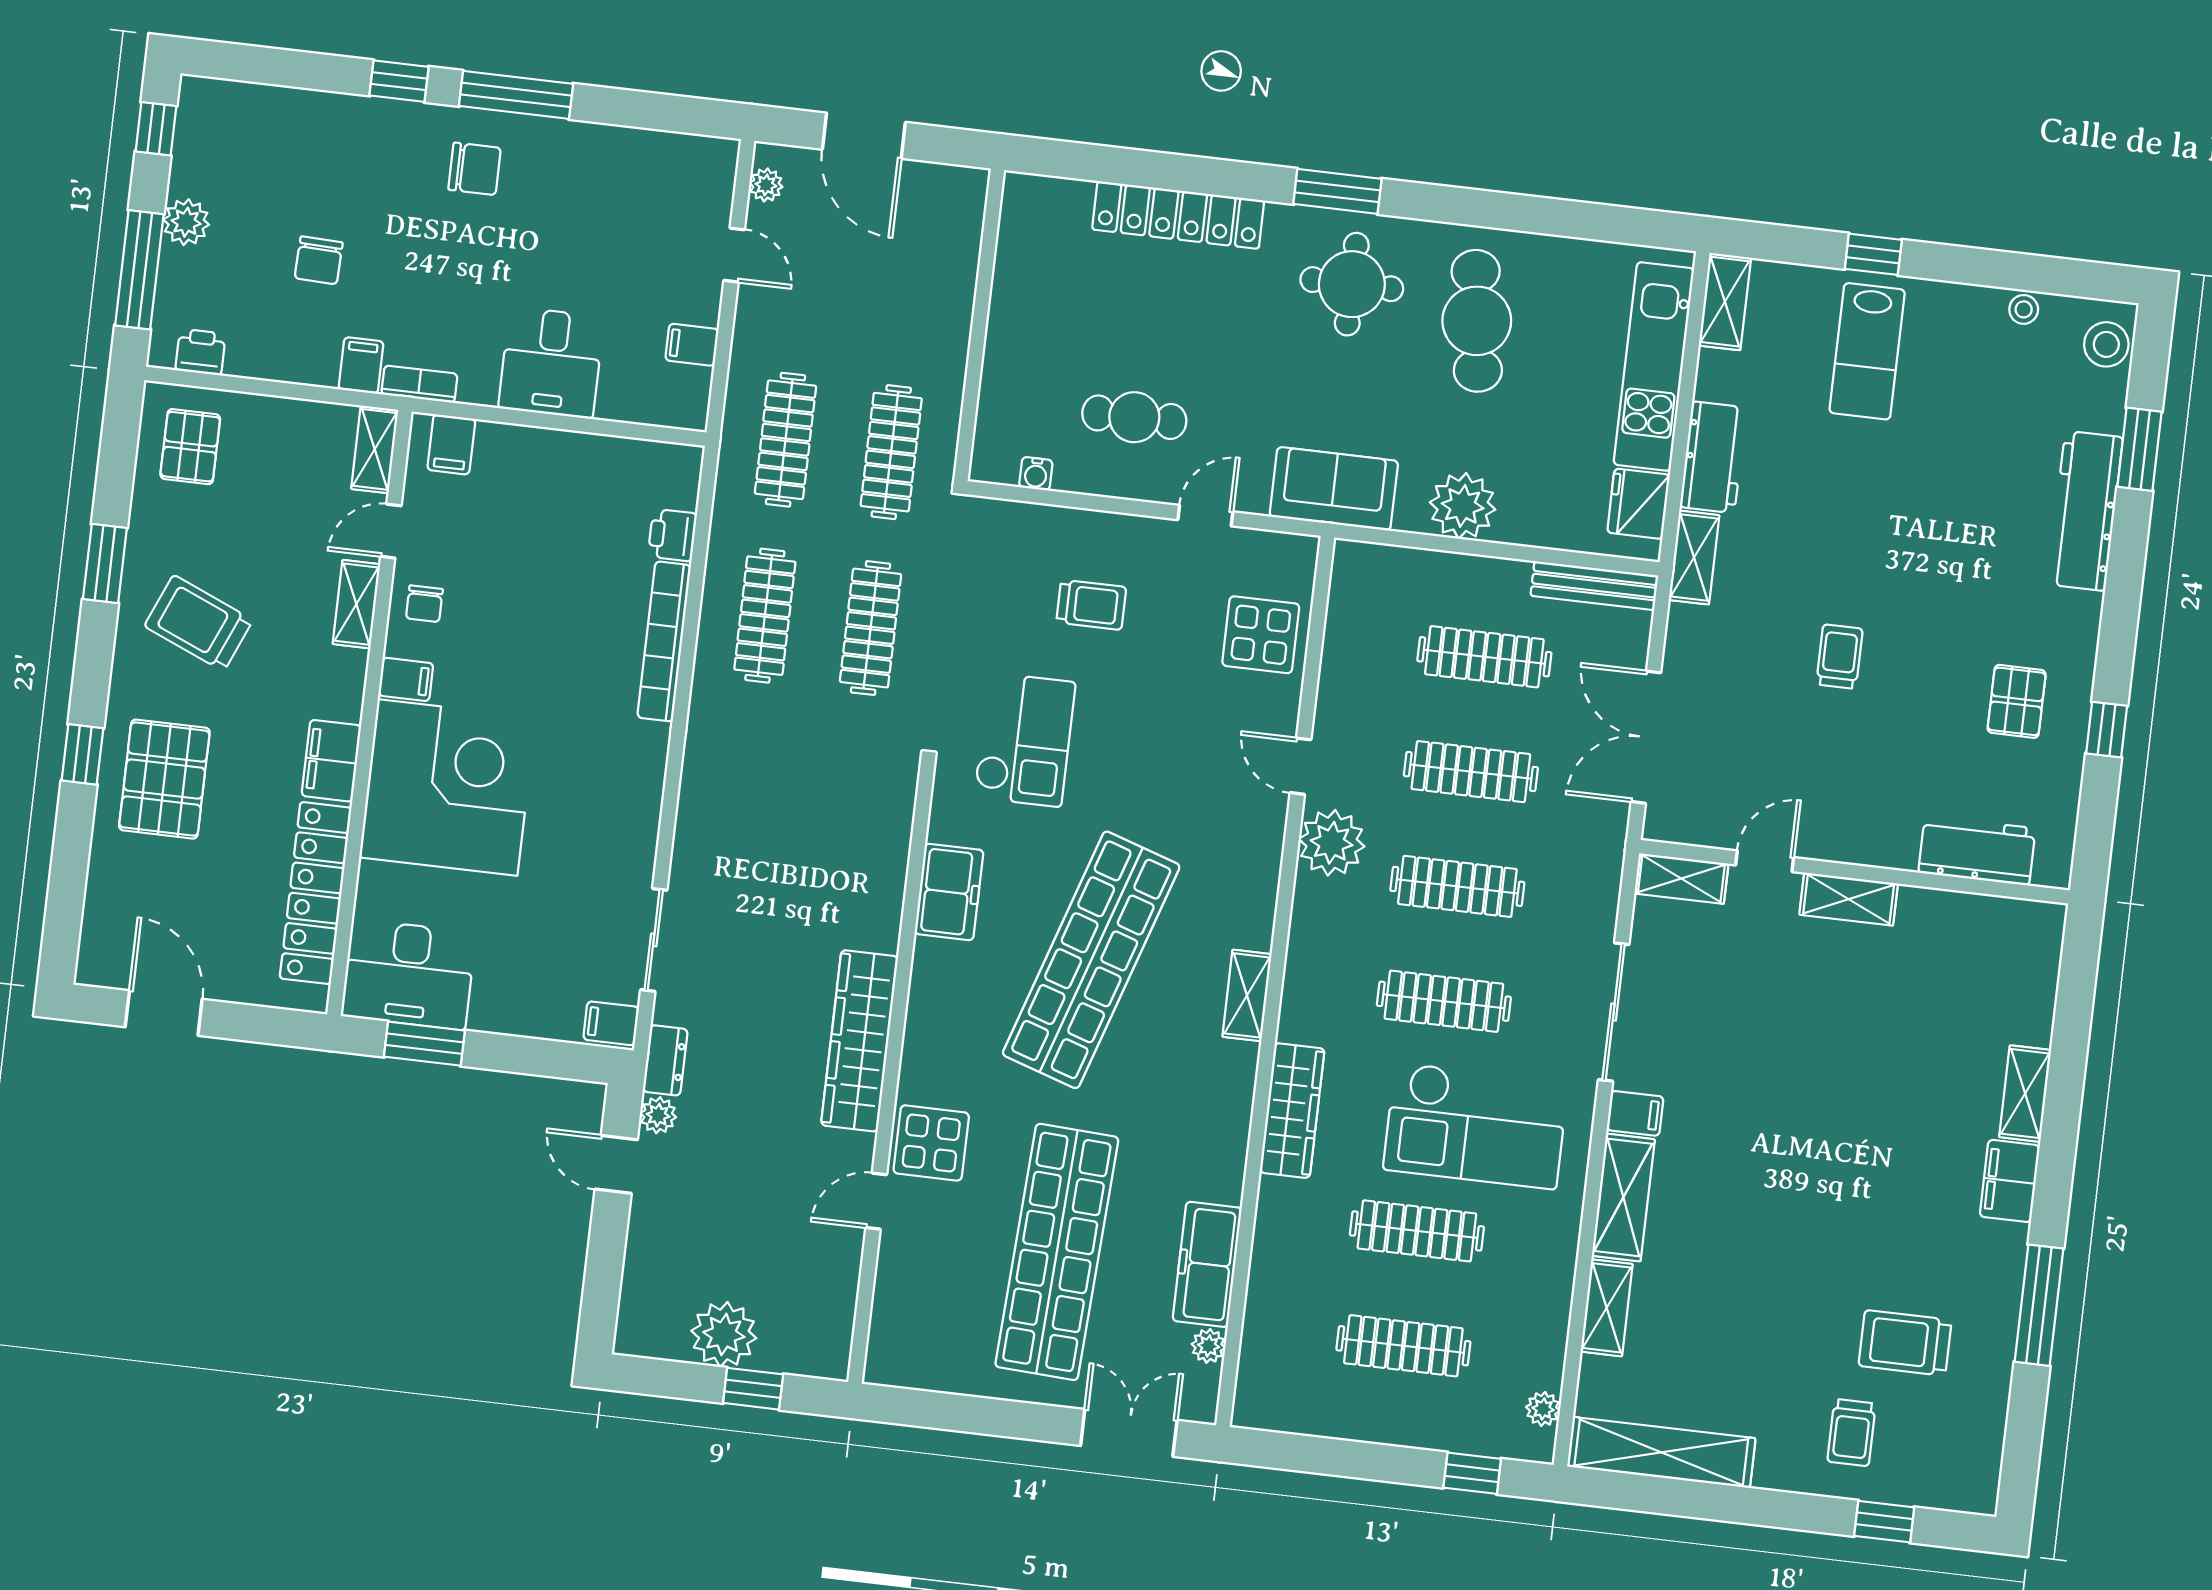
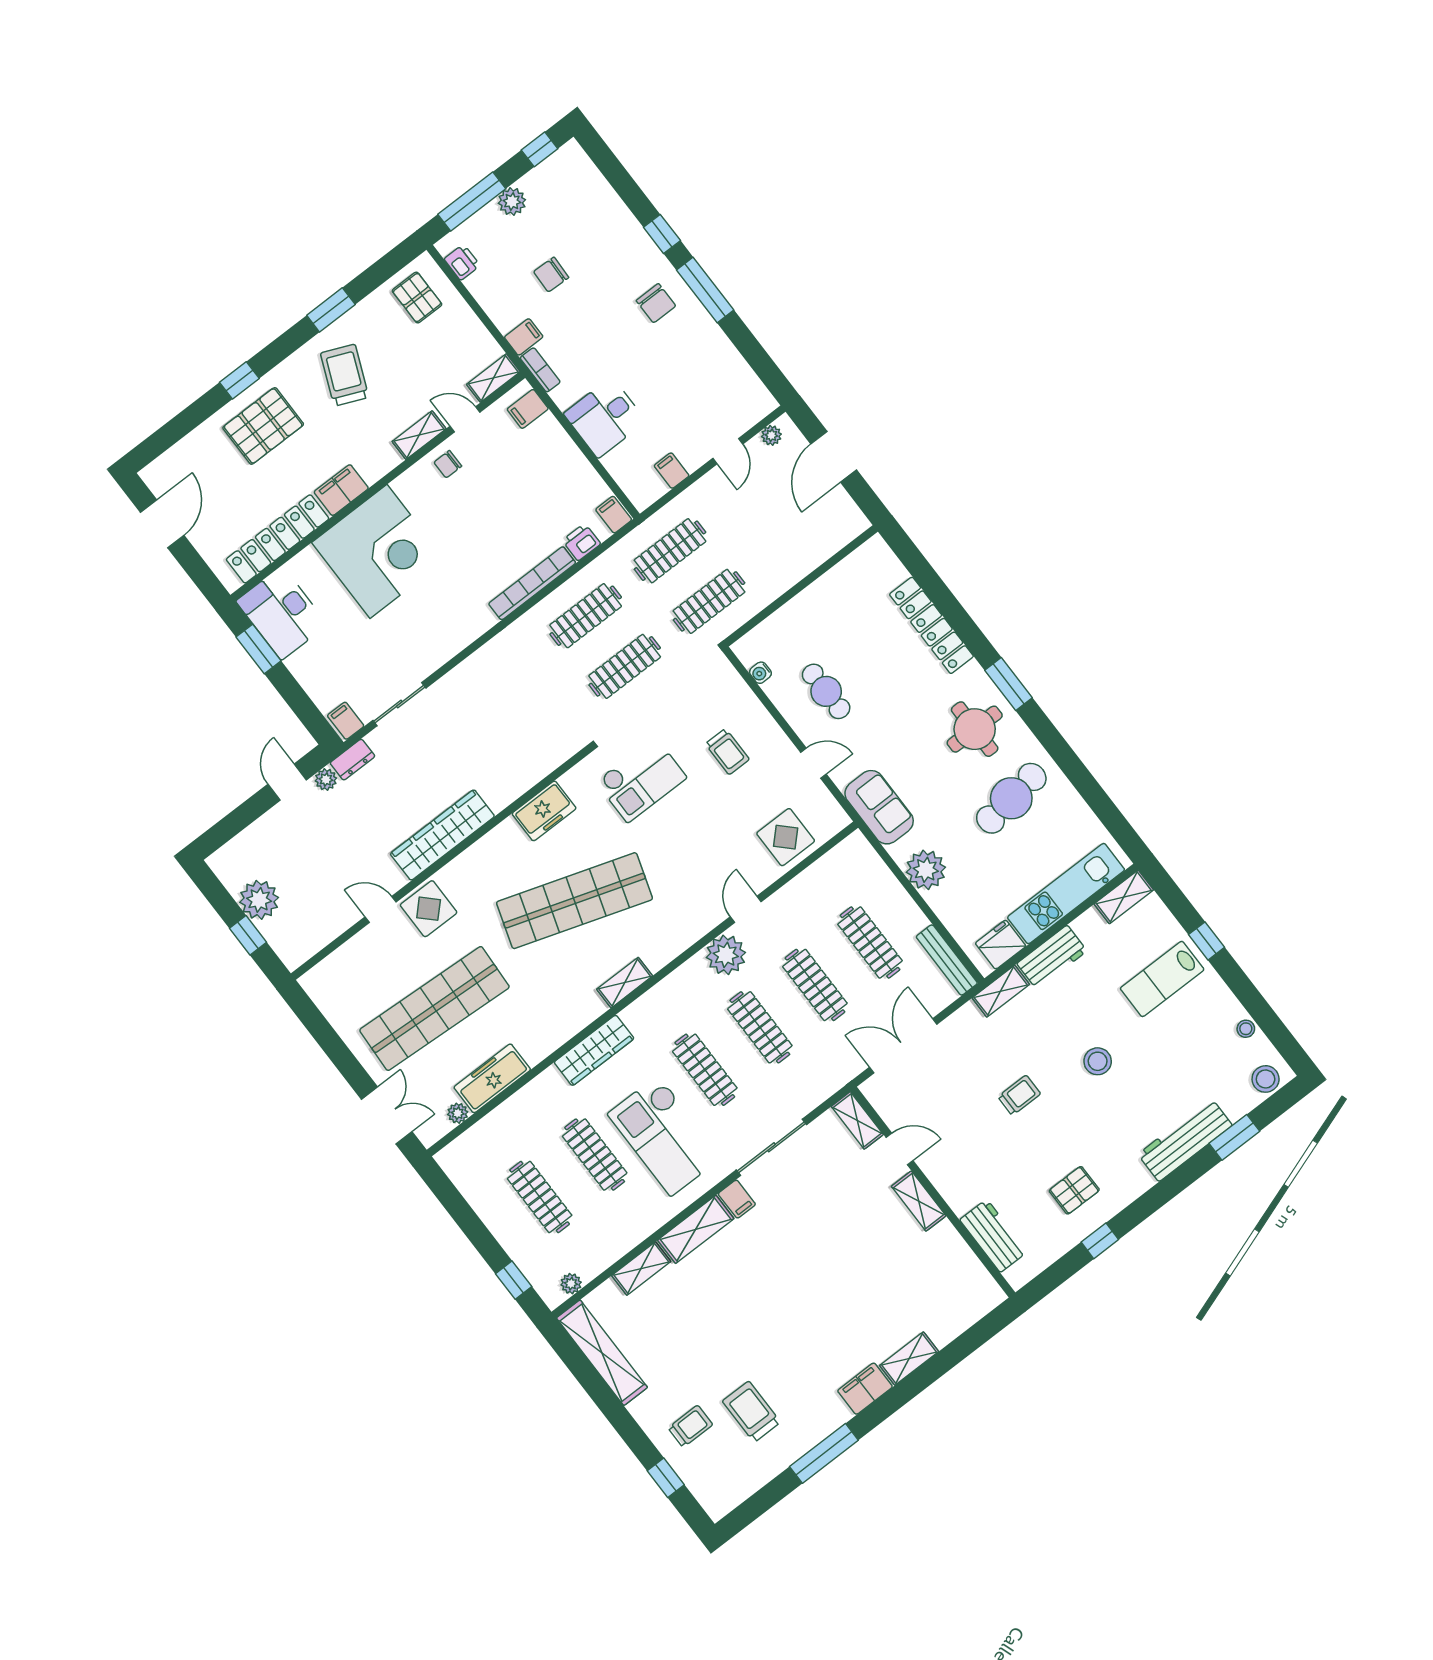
pallet: (190, 447) -> (417, 298), turned 90
stool: (1890, 524) -> (1098, 1061), added
filing cabinet: (406, 679) -> (614, 515), moved, turned 180
trolley: (1852, 1433) -> (690, 1426), turned 180

